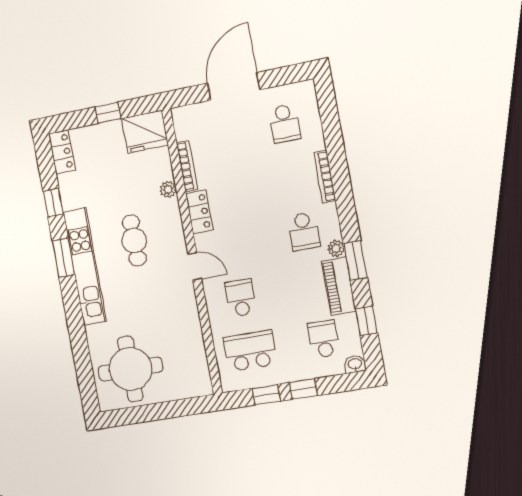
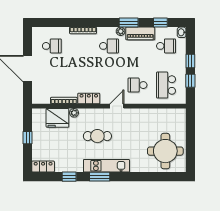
fridge: (145, 132) -> (57, 118), moved, turned 90
kitchen unit: (85, 267) -> (106, 166), width x0.73
school desk: (324, 339) -> (166, 46), turned 180

